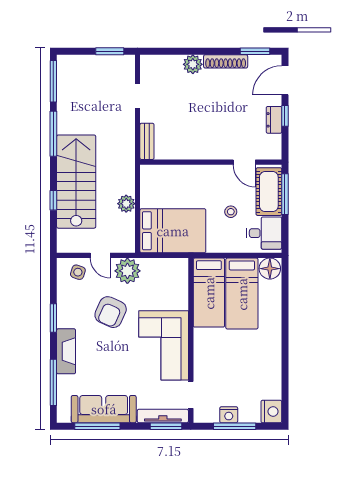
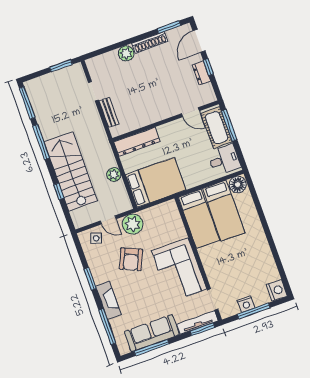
bench: (147, 141) -> (109, 112), moved
dresser: (168, 175) -> (137, 142), added
stool: (231, 212) -> (194, 153), removed

